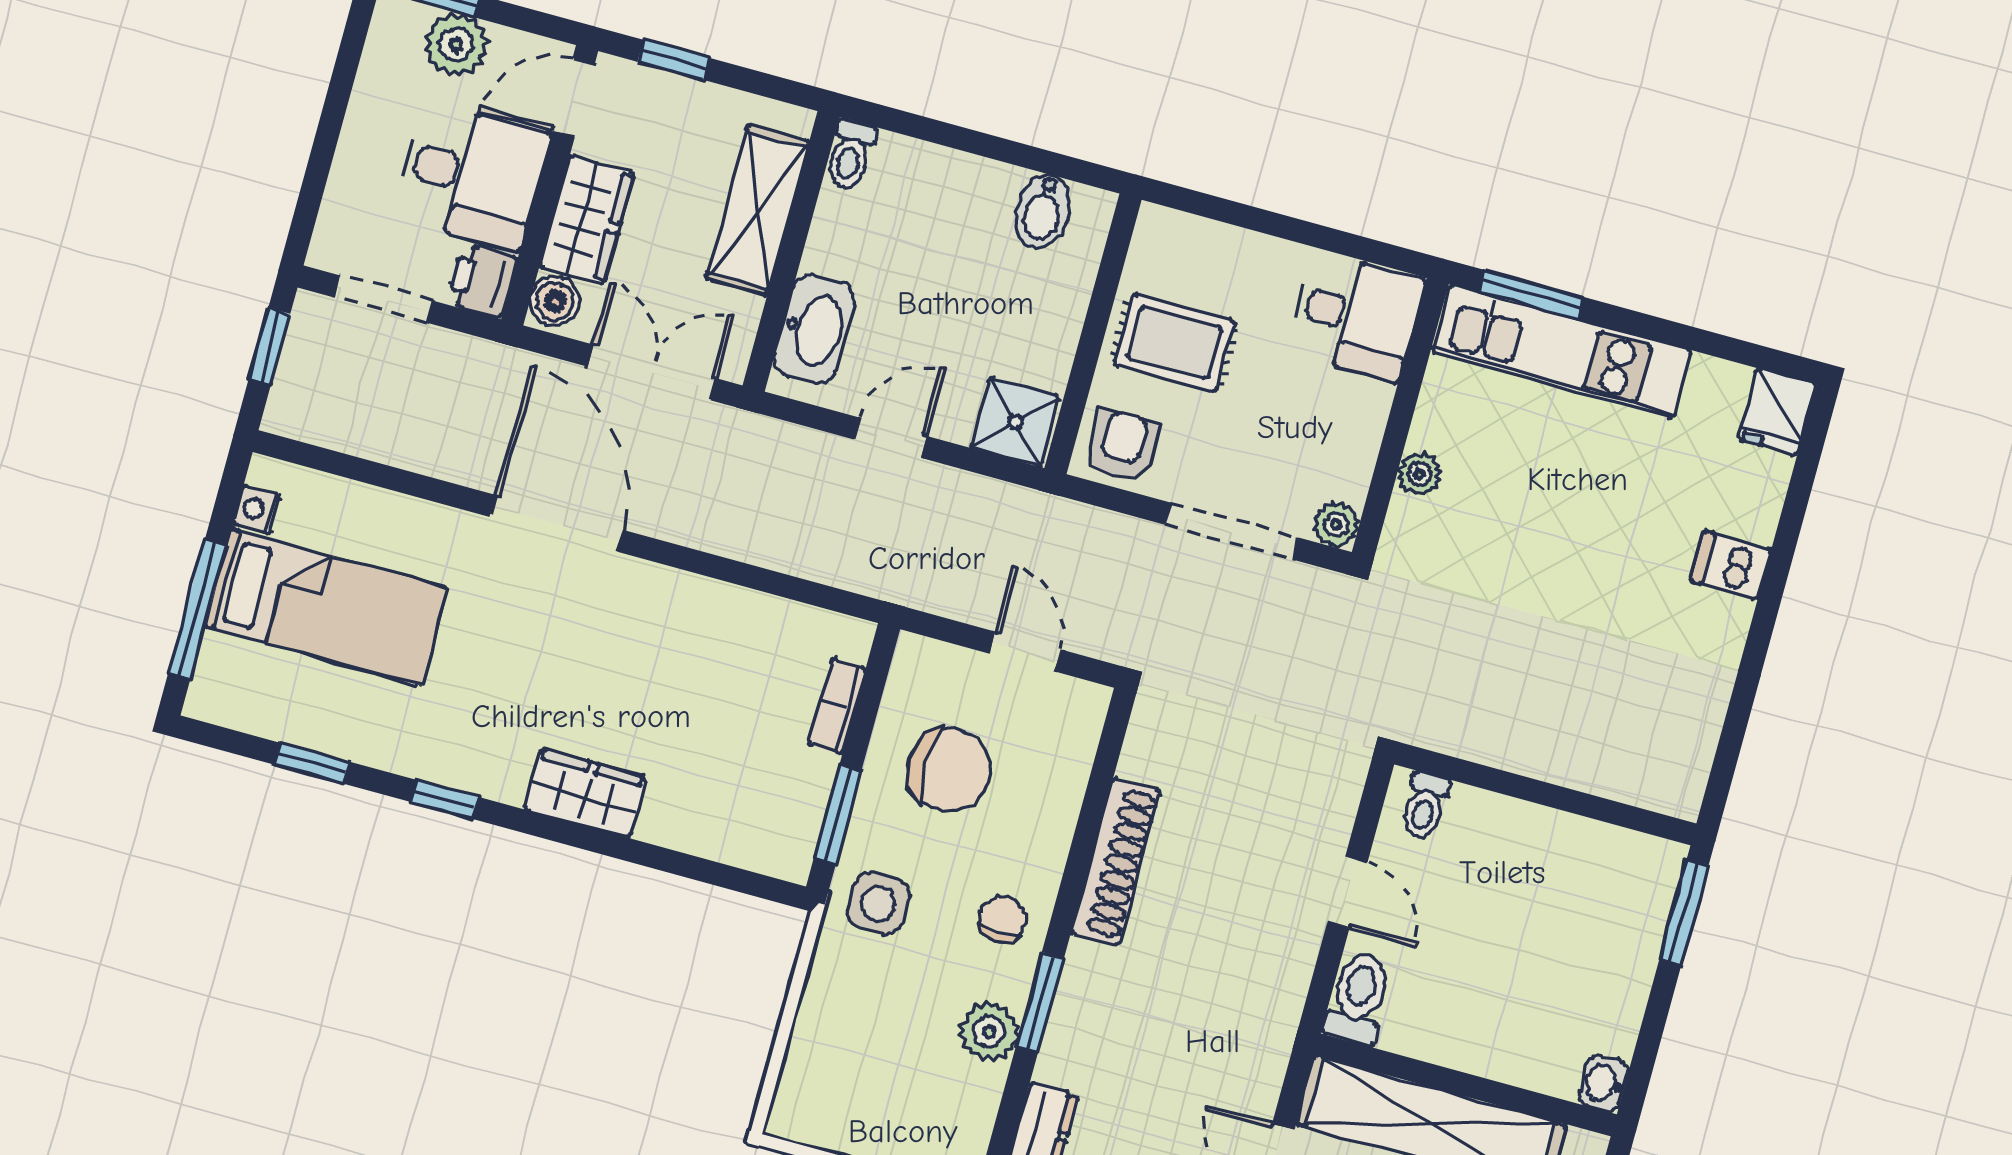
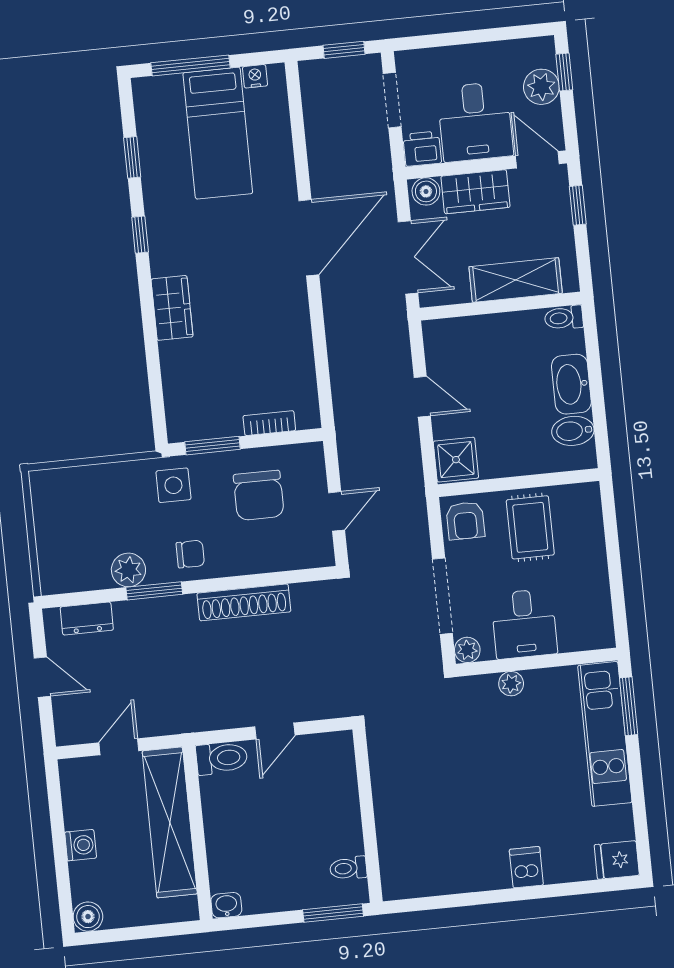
desk: (1356, 316) -> (524, 624), moved
washbasin: (814, 329) -> (571, 384), moved, turned 90
armchair: (1122, 445) -> (465, 521), turned 90
toilet: (1425, 806) -> (348, 868), moved

